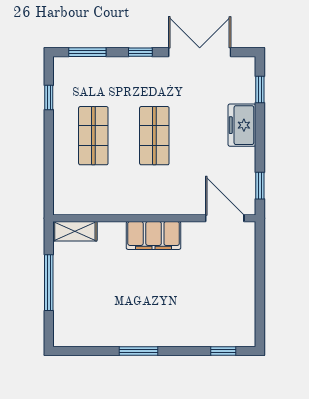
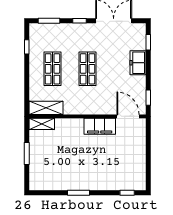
shelving: (82, 203) -> (46, 108), added
filing cabinet: (154, 235) -> (100, 126), moved
window: (49, 283) -> (27, 153), width x0.69

